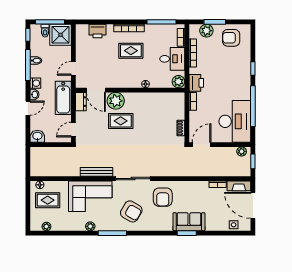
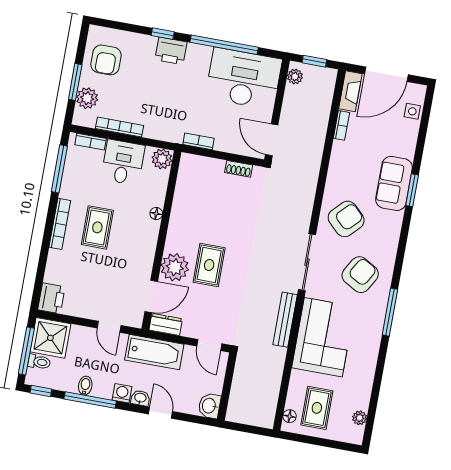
printer: (97, 31) -> (51, 298), moved
printer: (196, 83) -> (171, 51), moved, turned 180
armchair: (163, 197) -> (346, 219), turned -46
plant: (90, 226) -> (372, 346), removed

